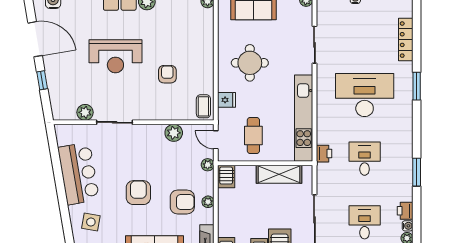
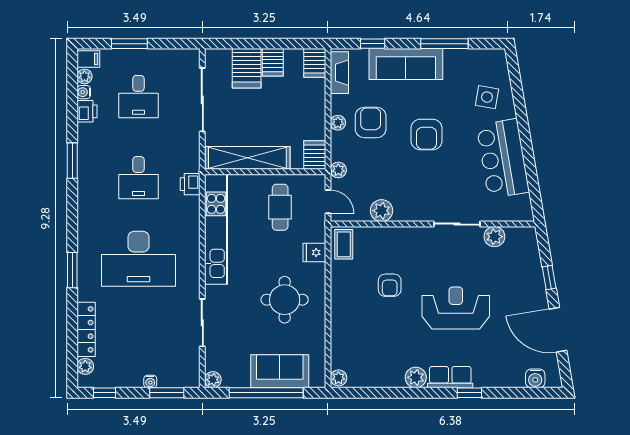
plant: (406, 11) -> (85, 366), added
shelving: (279, 174) -> (247, 158), width x1.47
armchair: (182, 202) -> (371, 122), turned 90

